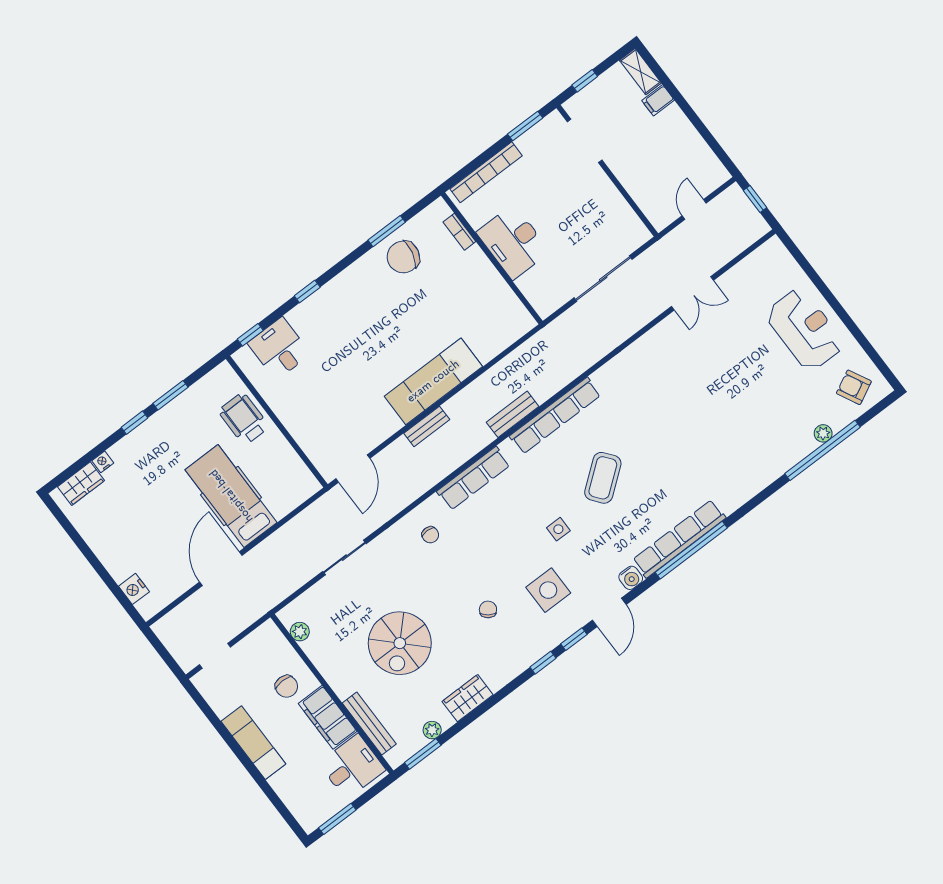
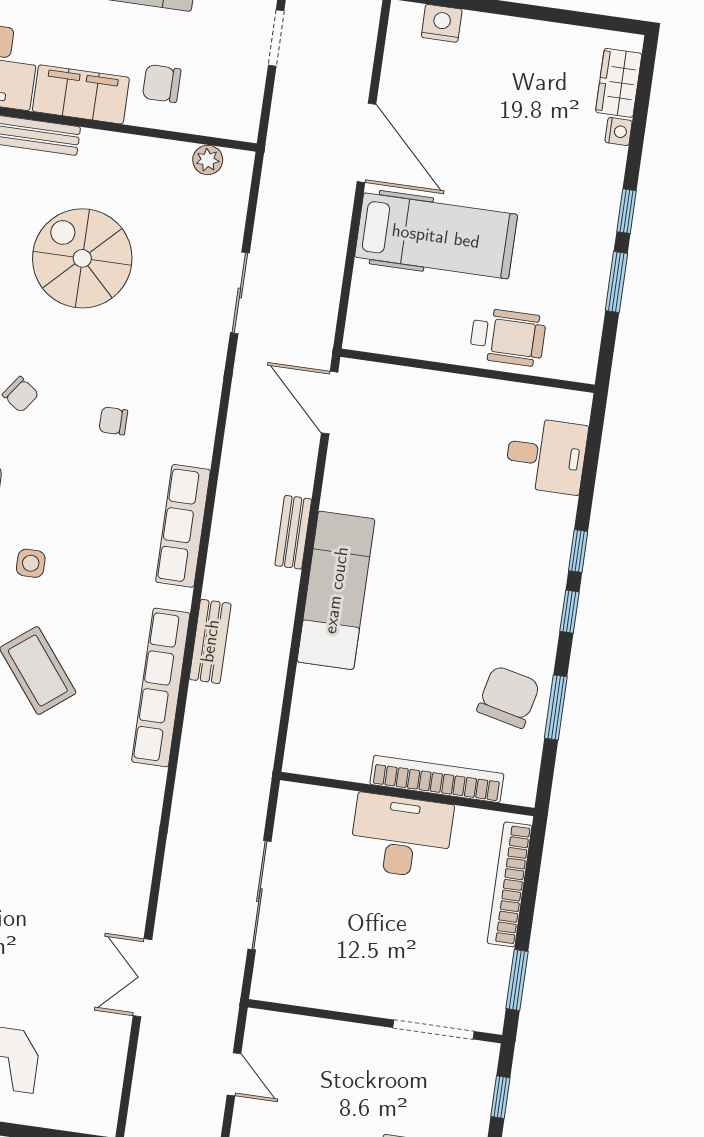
bookcase: (459, 232) -> (437, 779), width x2.31, depth x1.31
window: (250, 335) -> (569, 612), moved
chair: (430, 535) -> (113, 421), moved

